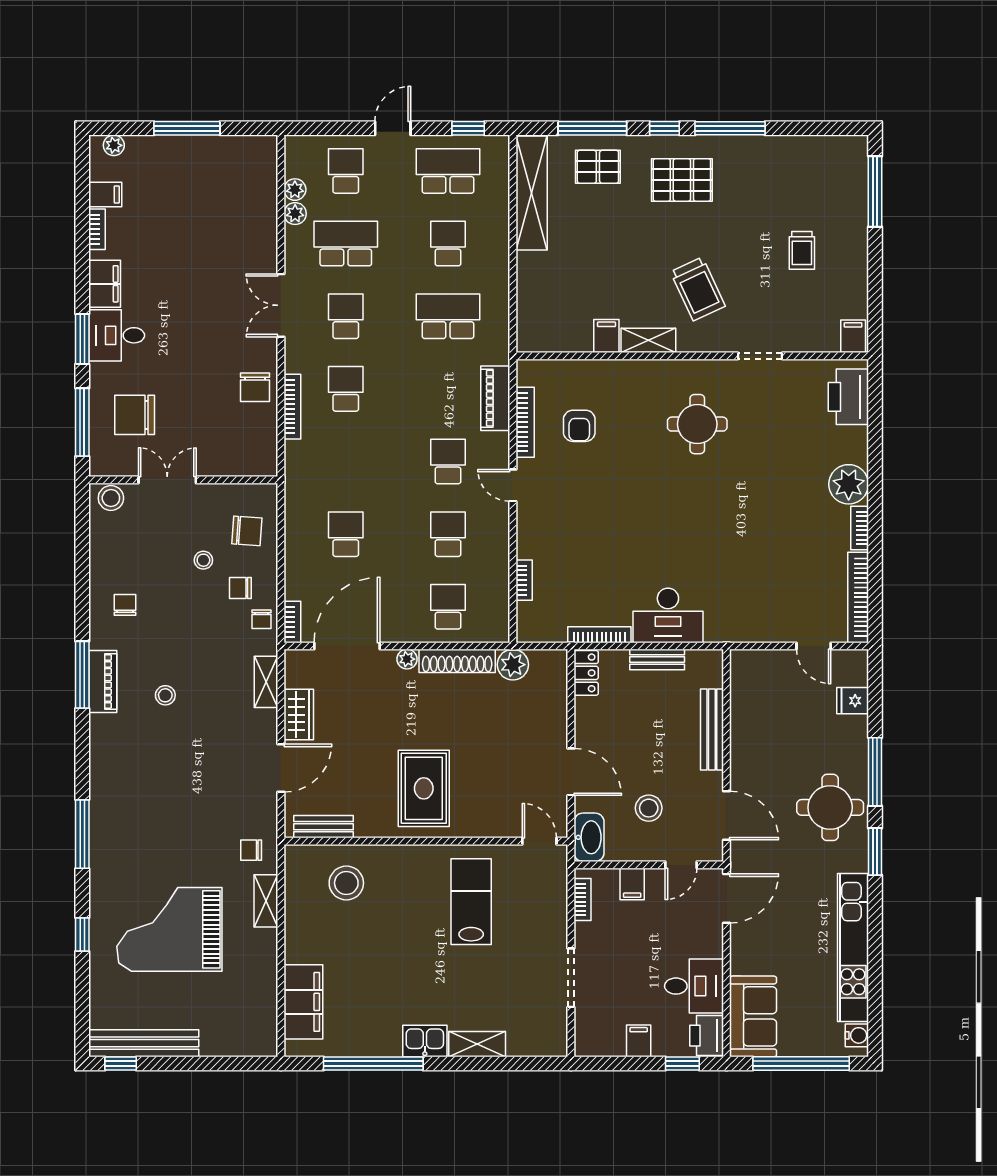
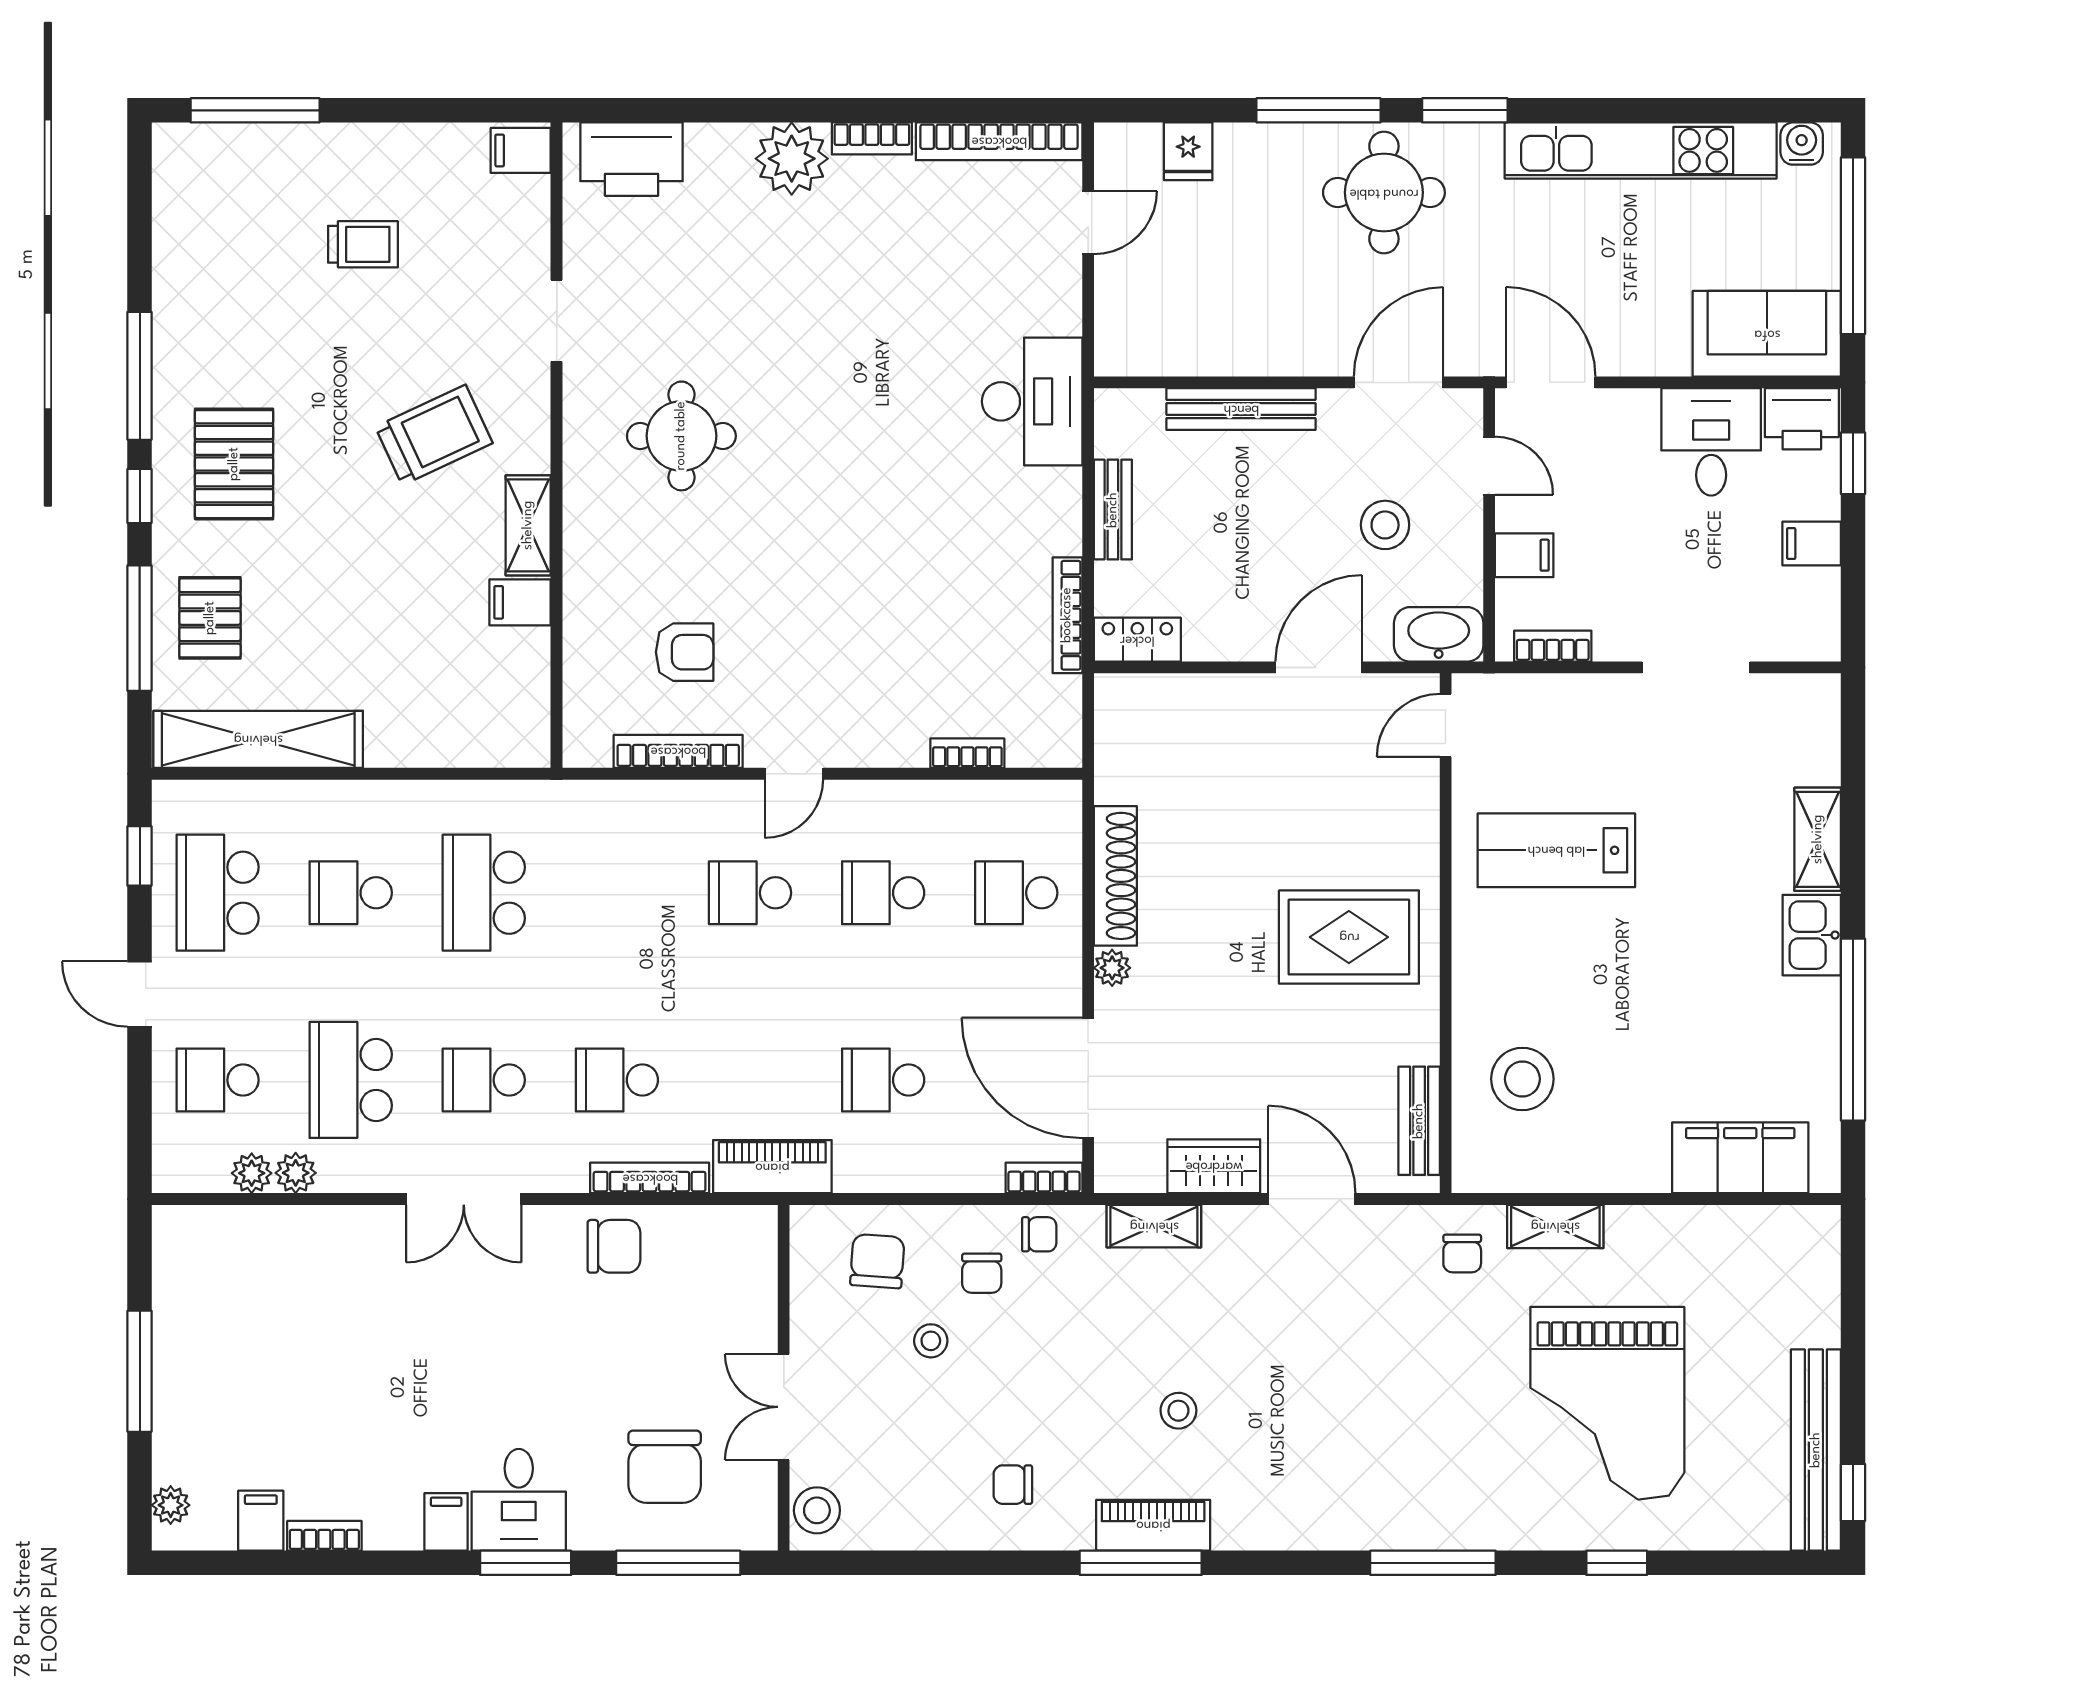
filing cabinet: (105, 284) -> (446, 1522), width x0.50
piano: (495, 398) -> (772, 1167), moved, turned 180
desk: (668, 615) -> (1032, 401), moved
plant: (513, 665) -> (1122, 774), removed

